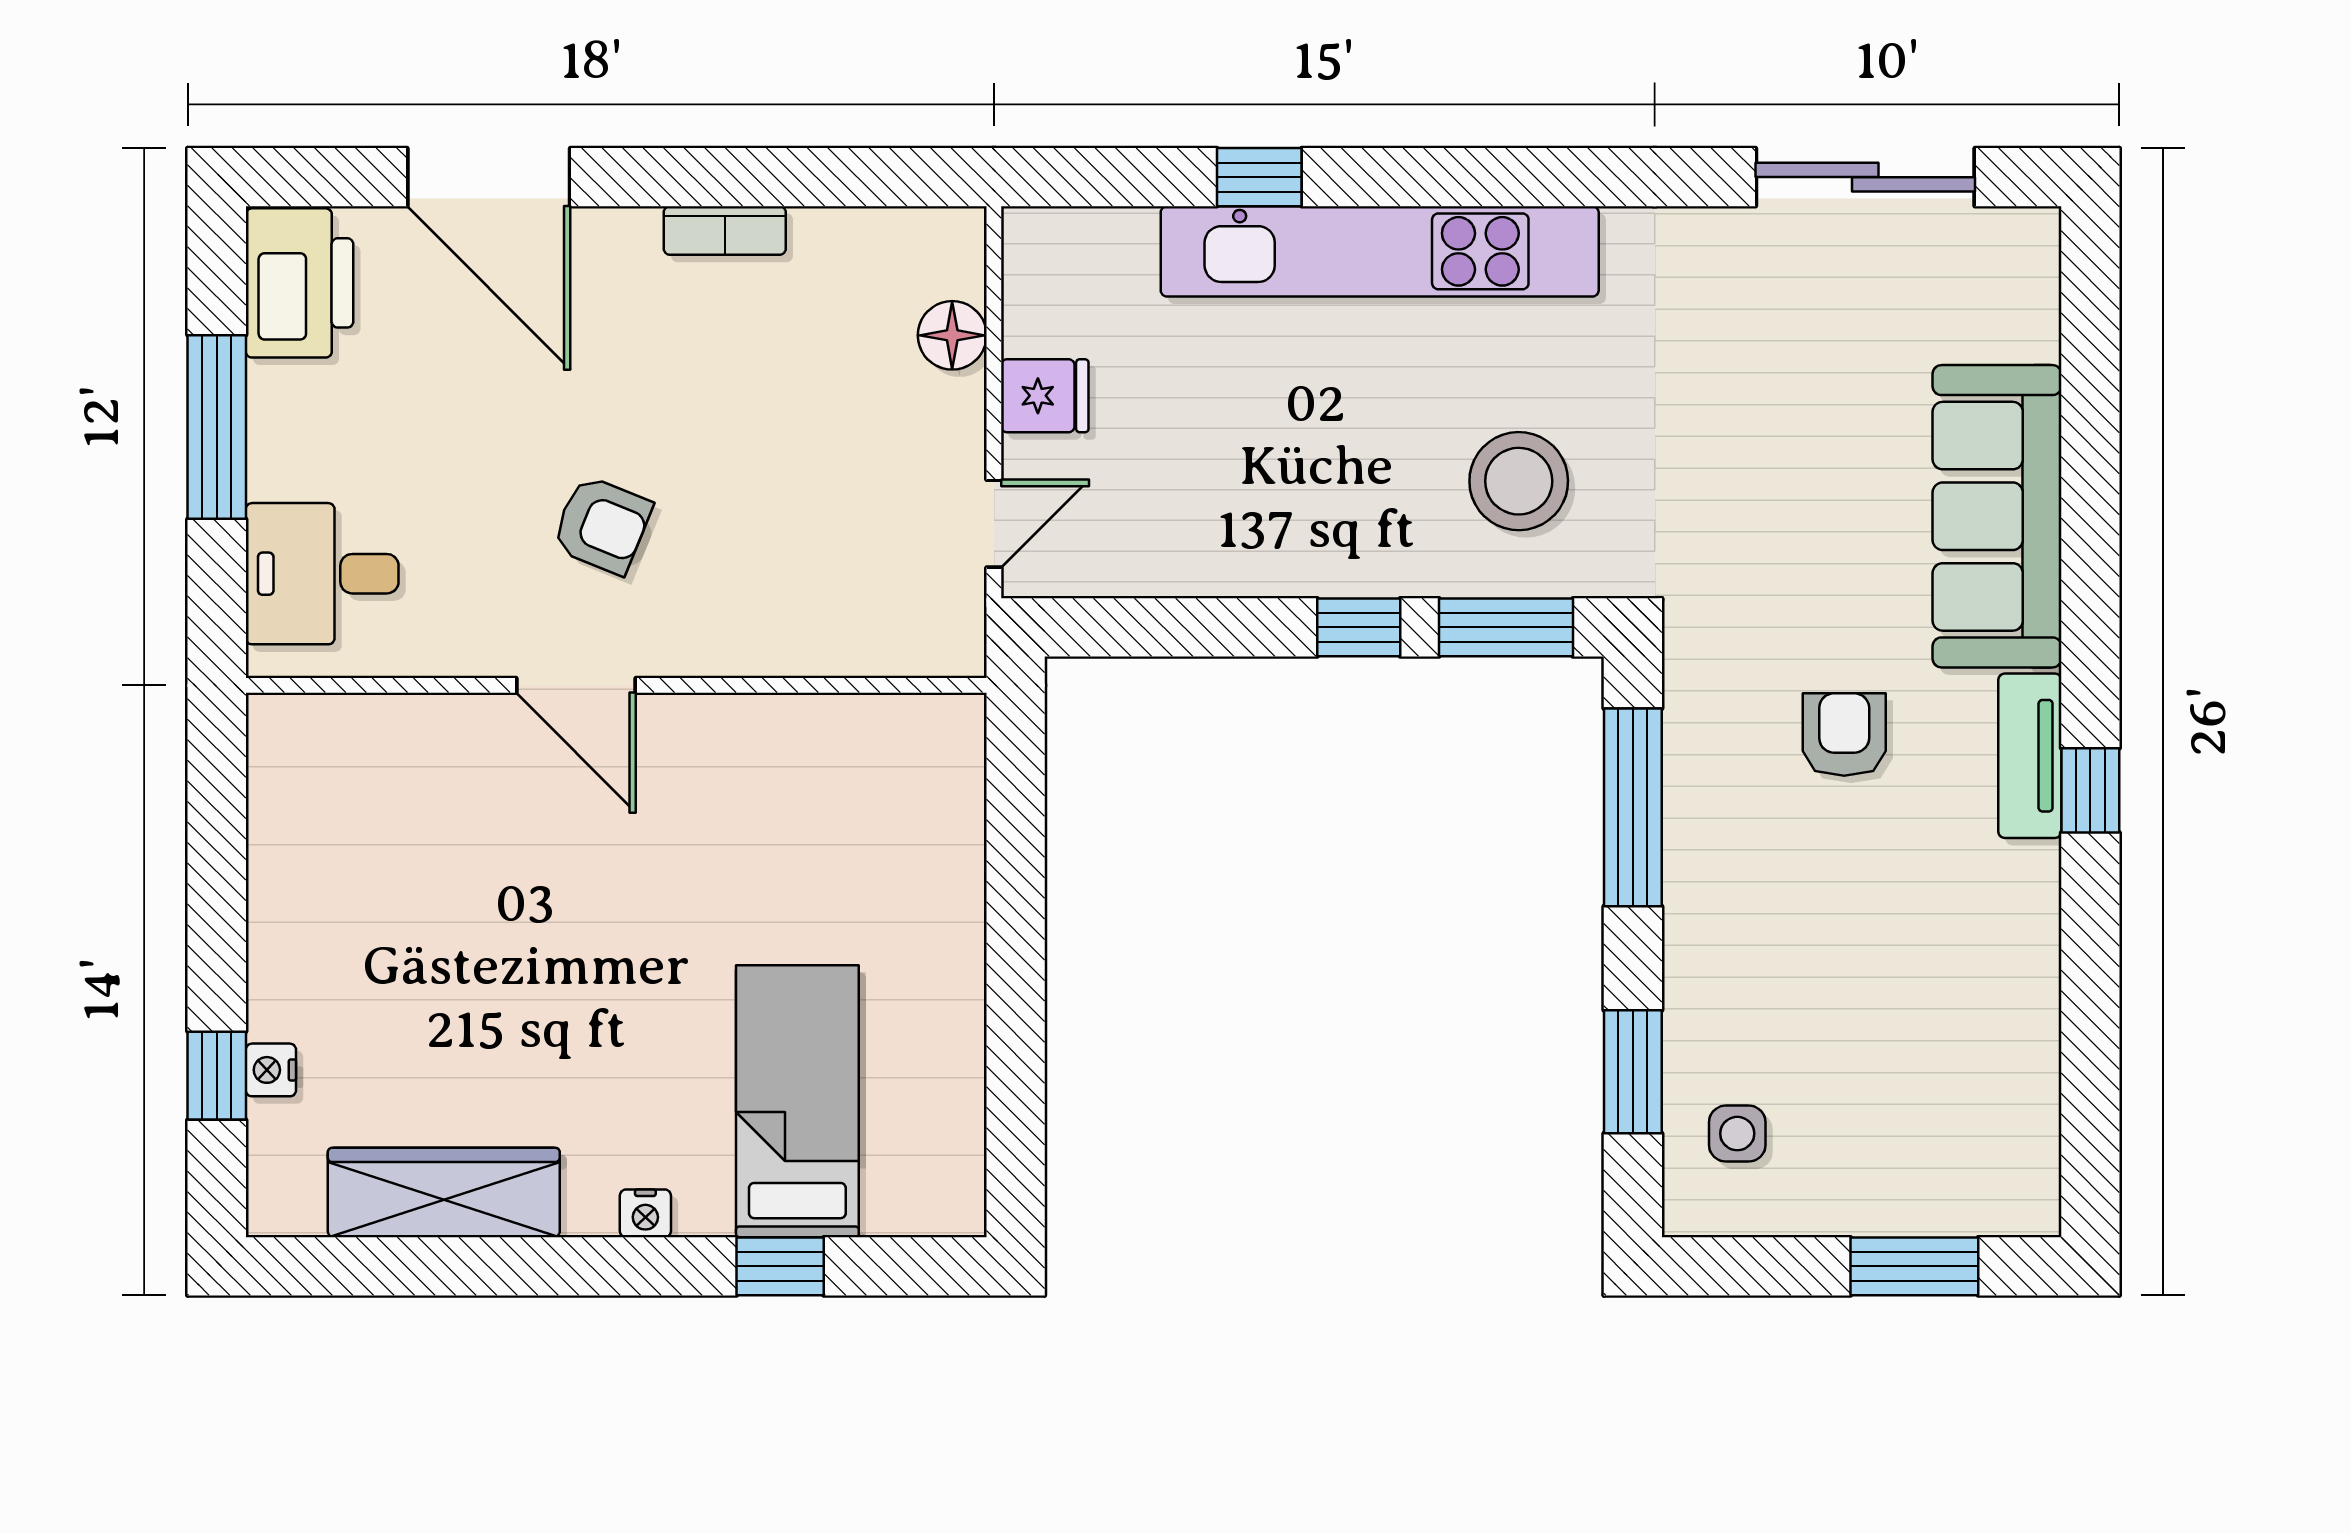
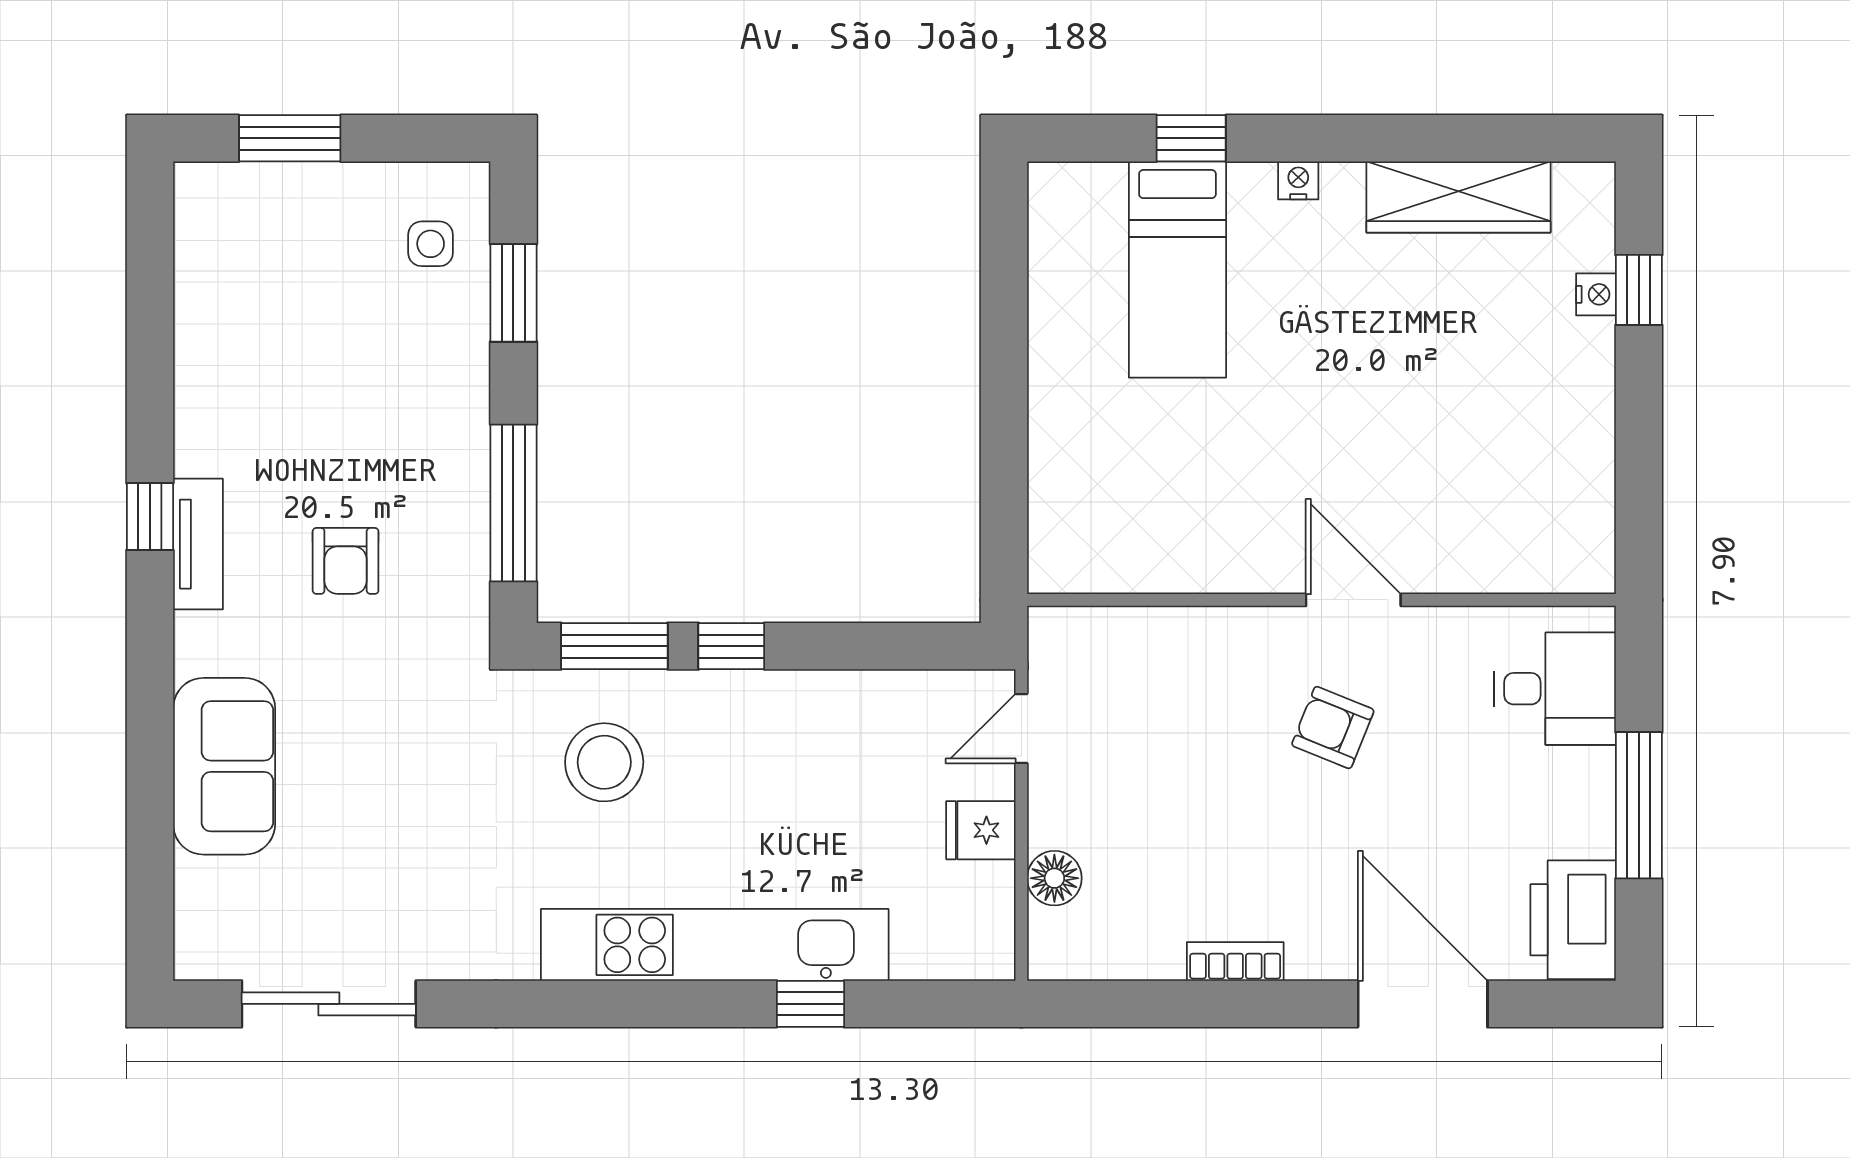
sofa: (1997, 516) -> (224, 766), width x0.73

